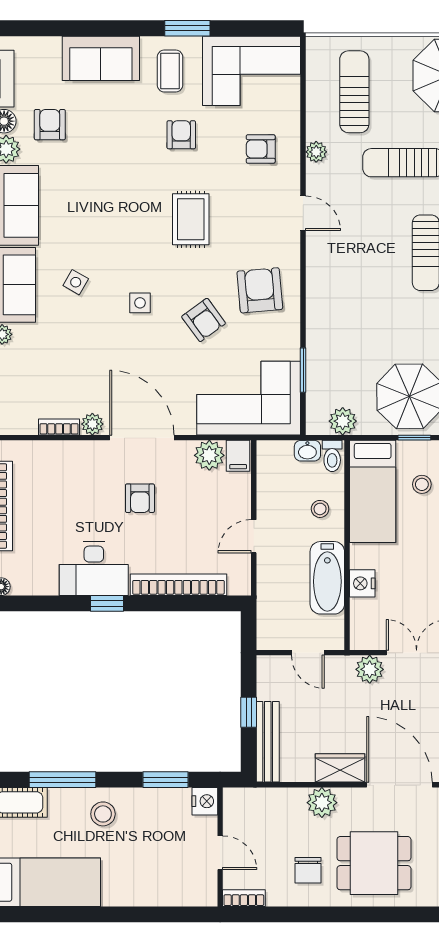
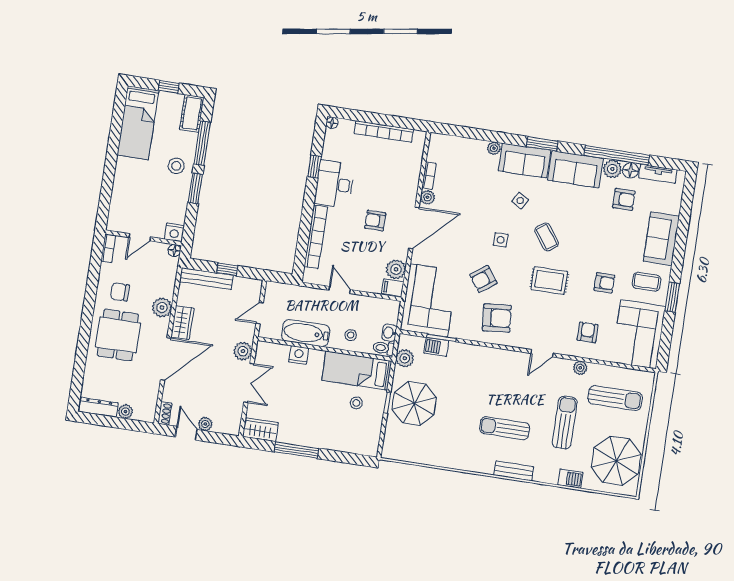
coffee table: (125, 233) -> (547, 237), added
barbecue: (318, 376) -> (436, 347), added
window: (107, 603) -> (314, 166), moved
window: (165, 780) -> (195, 188), moved
floor lamp: (232, 797) -> (174, 250), added

